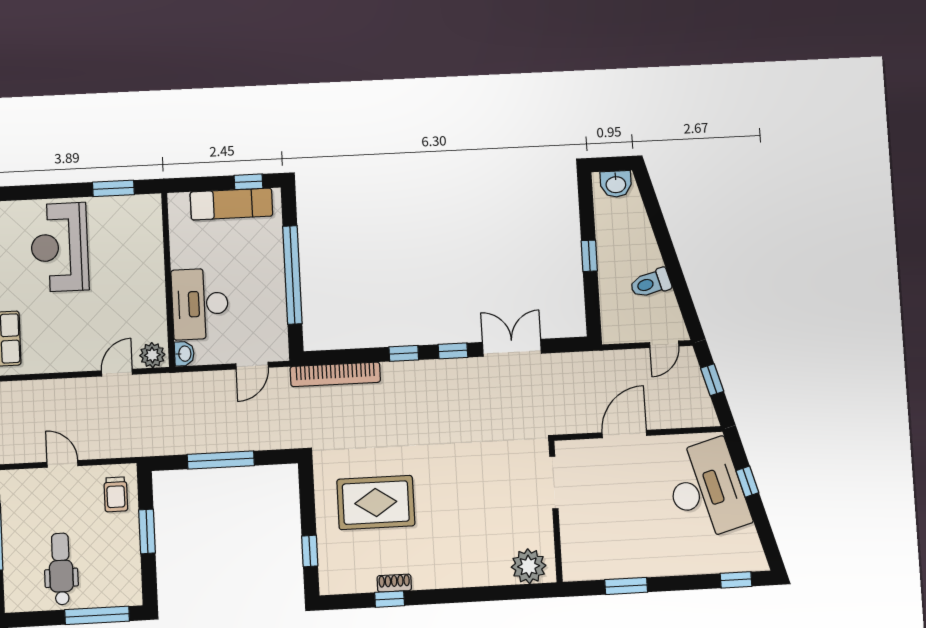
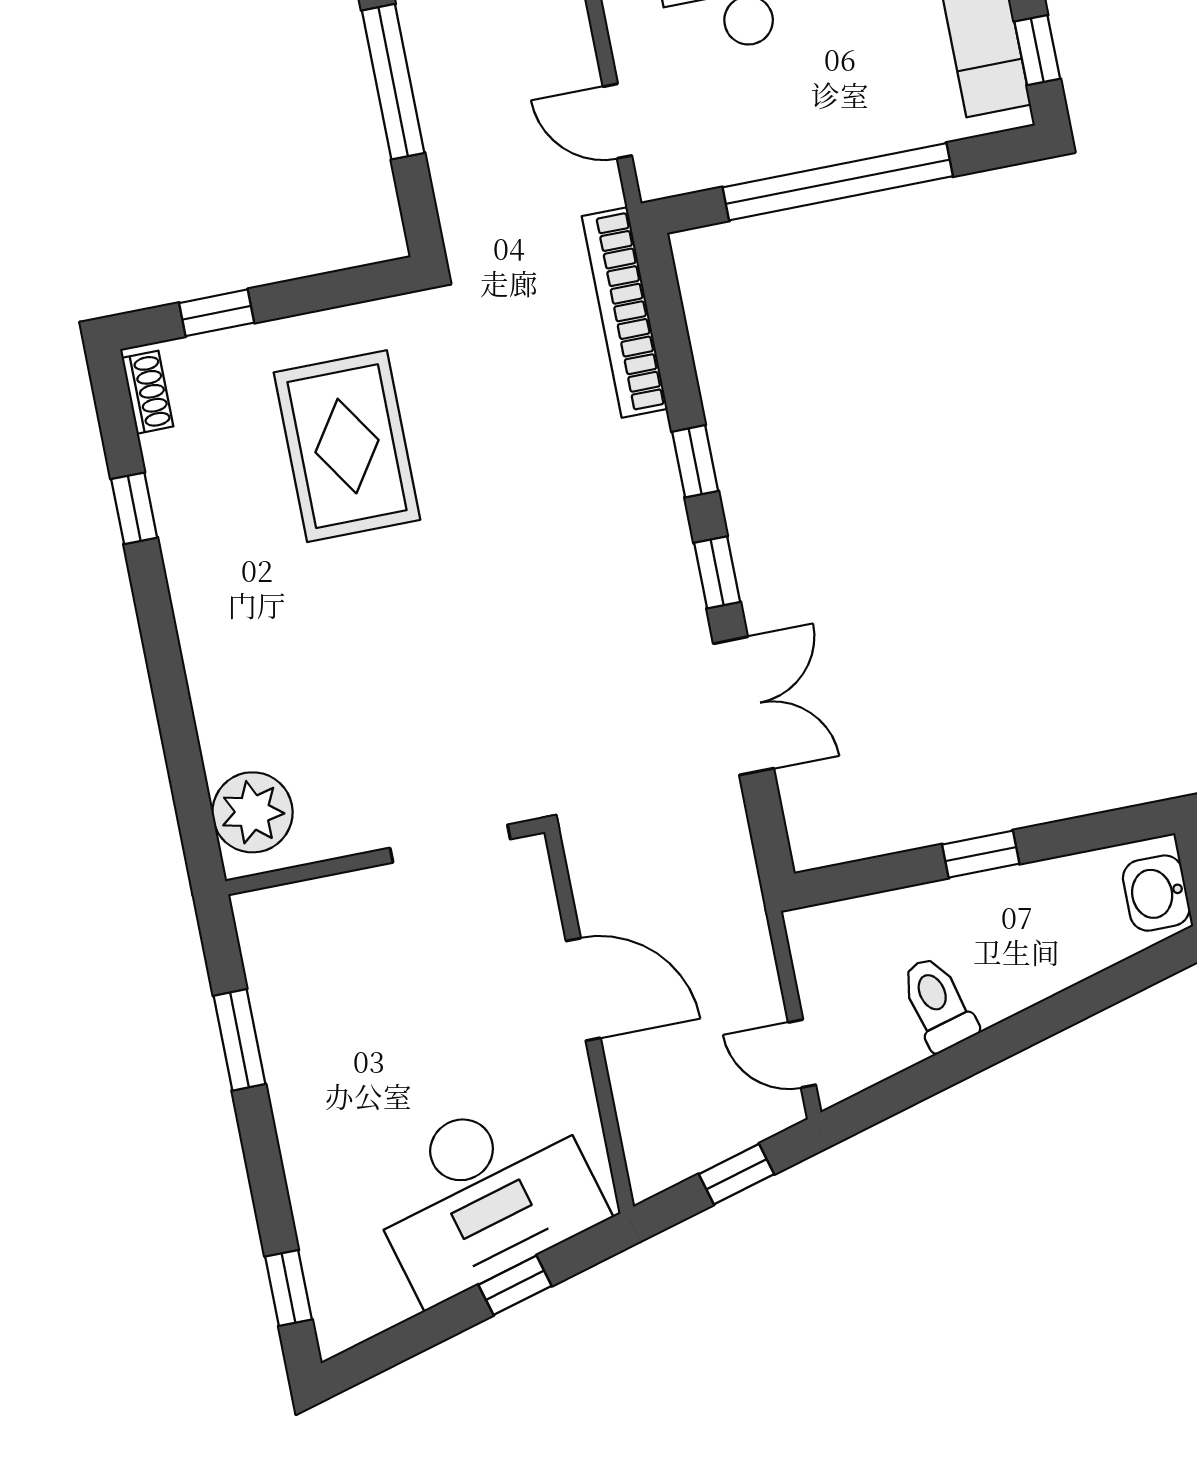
shoe rack: (394, 583) -> (148, 392), moved

